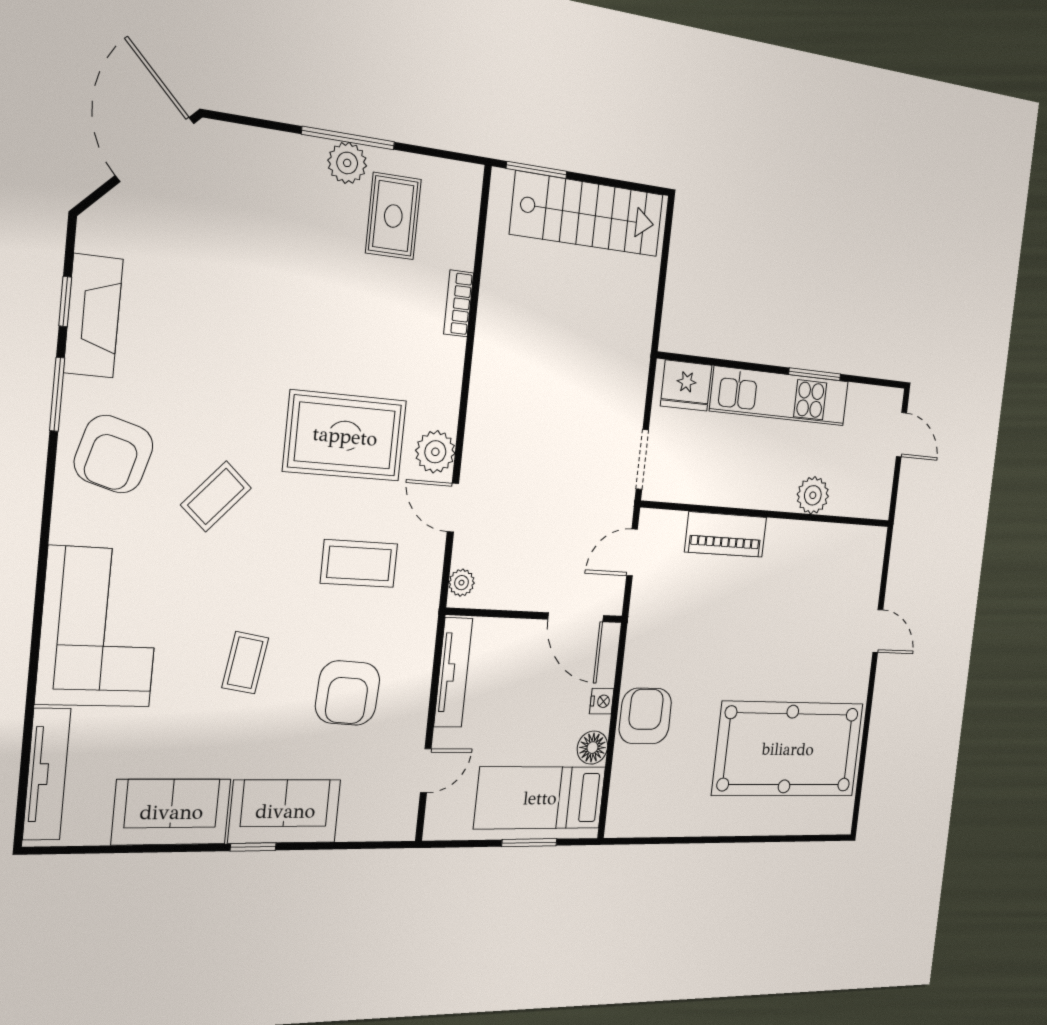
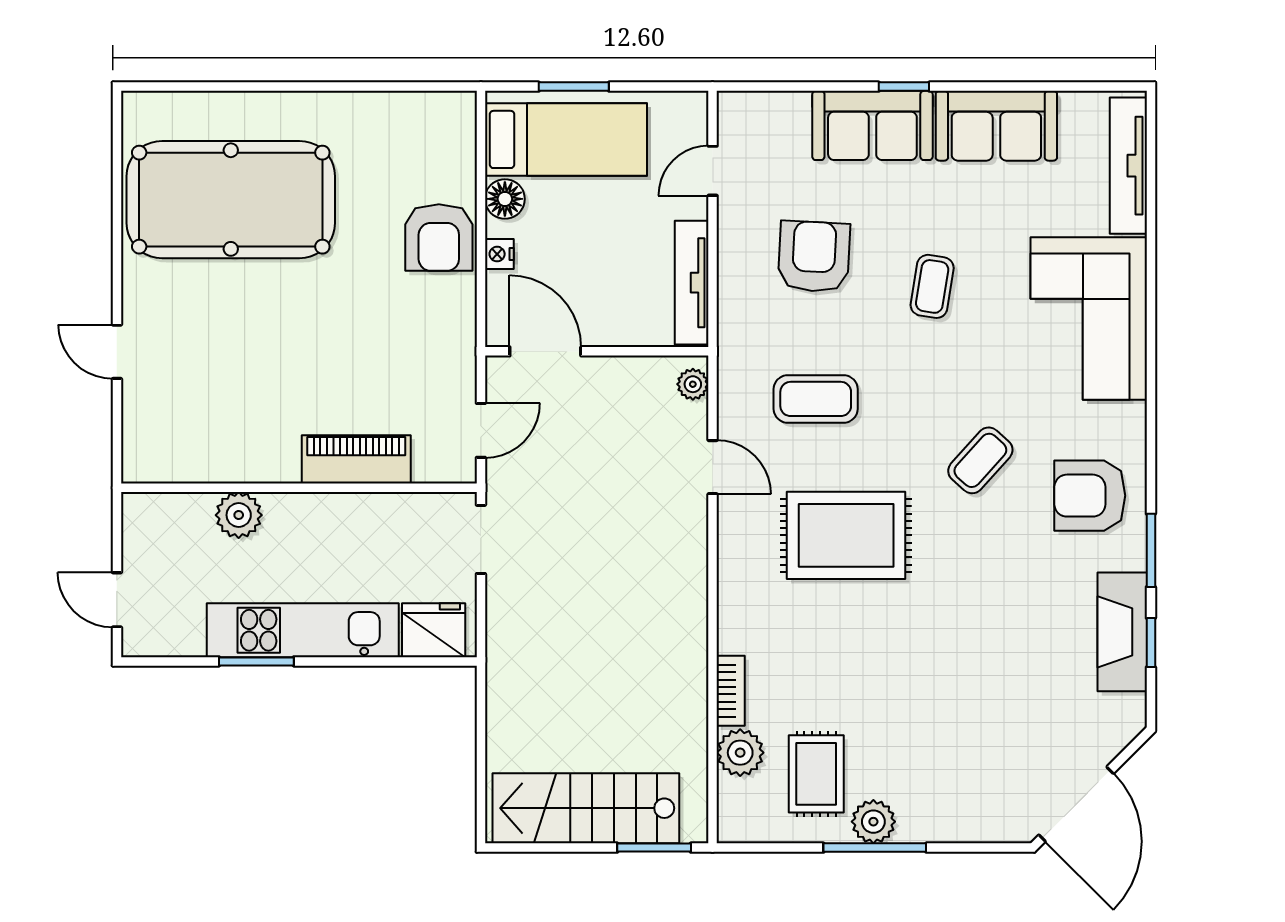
plant: (435, 452) -> (740, 753), moved
armchair: (114, 454) -> (1090, 496), turned -106

